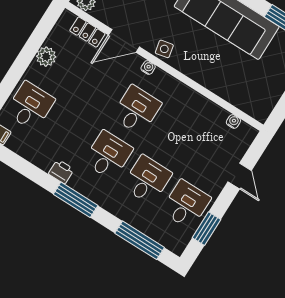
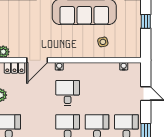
side table: (164, 49) -> (103, 42), moved

